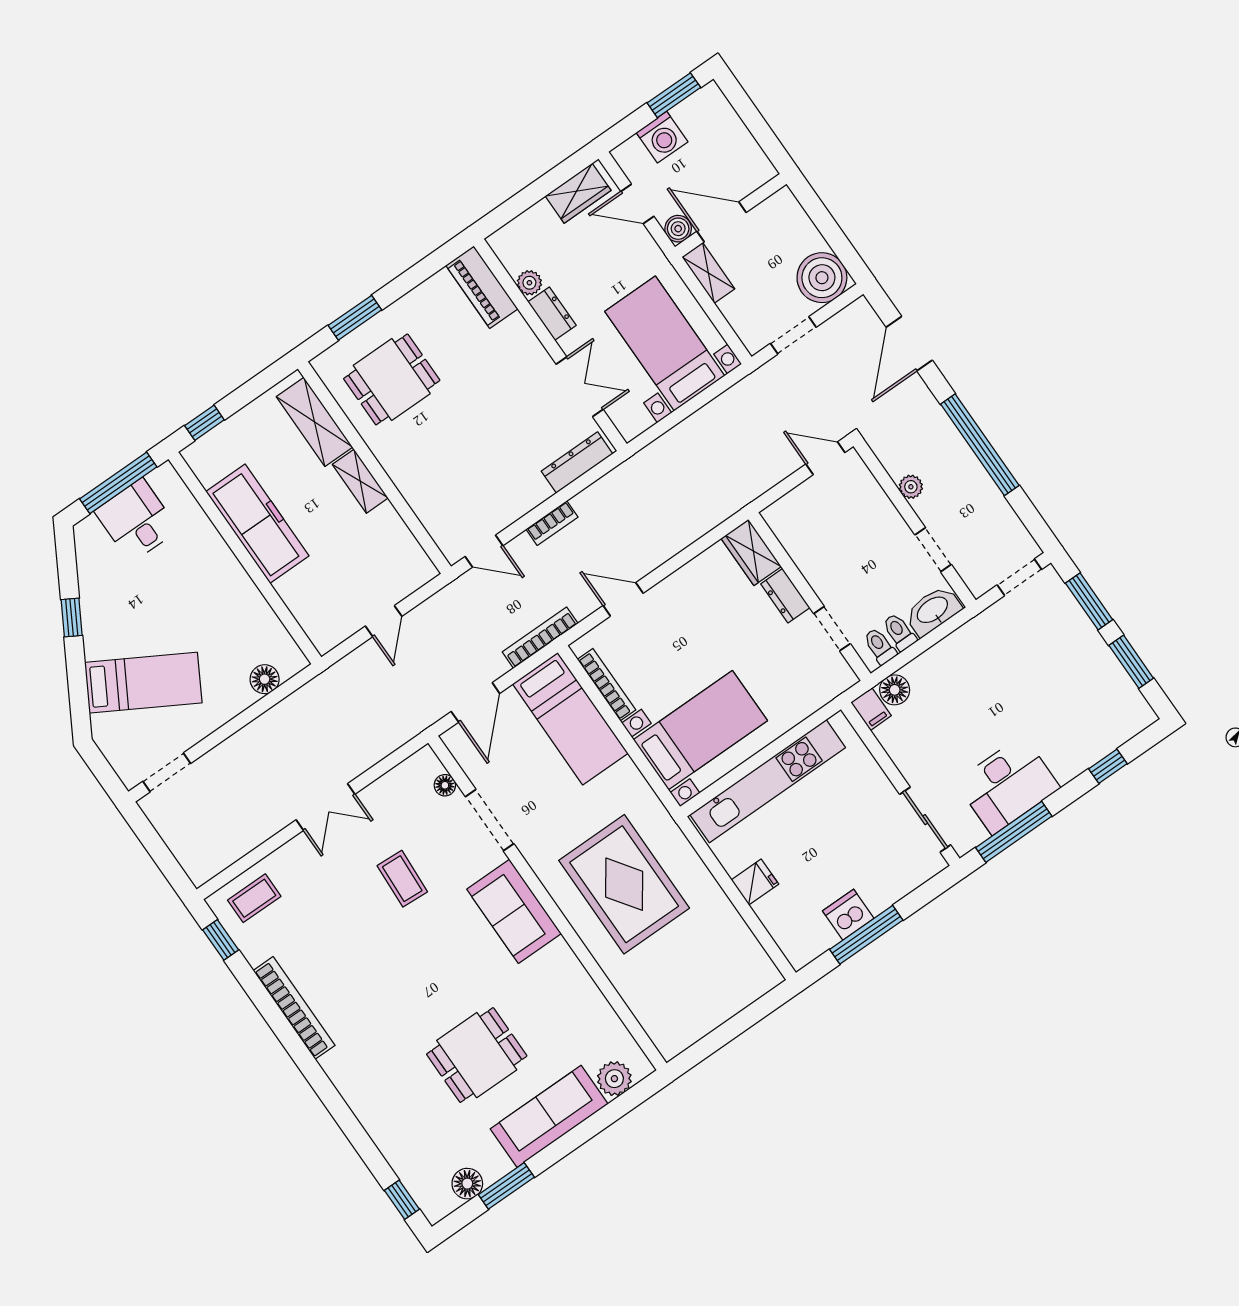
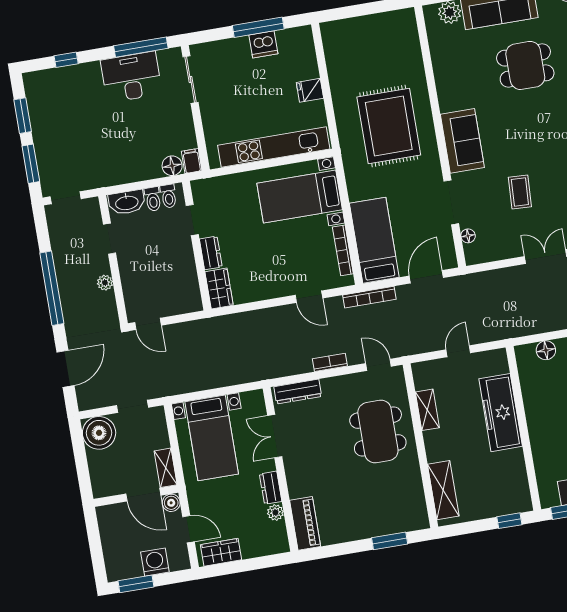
dining table: (392, 379) -> (378, 431), moved, width x1.38
shelving: (360, 481) -> (427, 410), moved
freezer: (257, 524) -> (501, 413), moved

